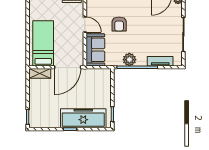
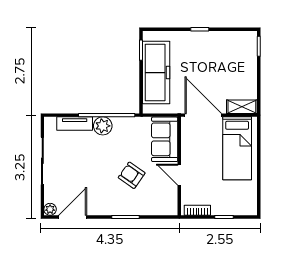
armchair: (119, 24) -> (132, 175), turned -55
plant: (129, 60) -> (103, 126), moved
door: (68, 67) -> (203, 115), hinge flipped
freezer: (83, 118) -> (156, 73), moved, turned -90

